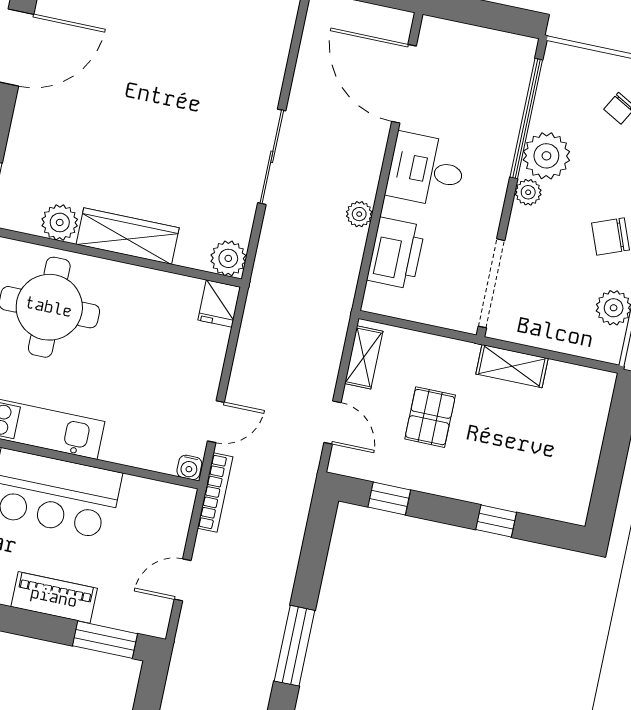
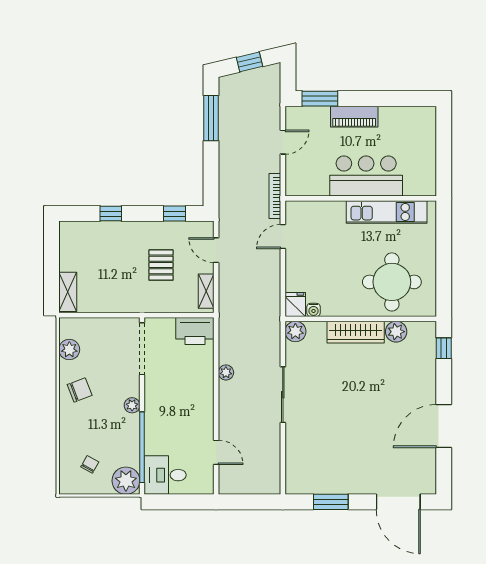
door: (404, 84) -> (216, 452), width x0.53
plant: (546, 156) -> (126, 481), moved
desk: (426, 170) -> (165, 475), moved, turned 180
printer: (396, 253) -> (195, 331), moved, turned -90
shelving: (512, 366) -> (68, 292), moved, turned 90
water cooler: (189, 467) -> (314, 310), moved, turned 180

